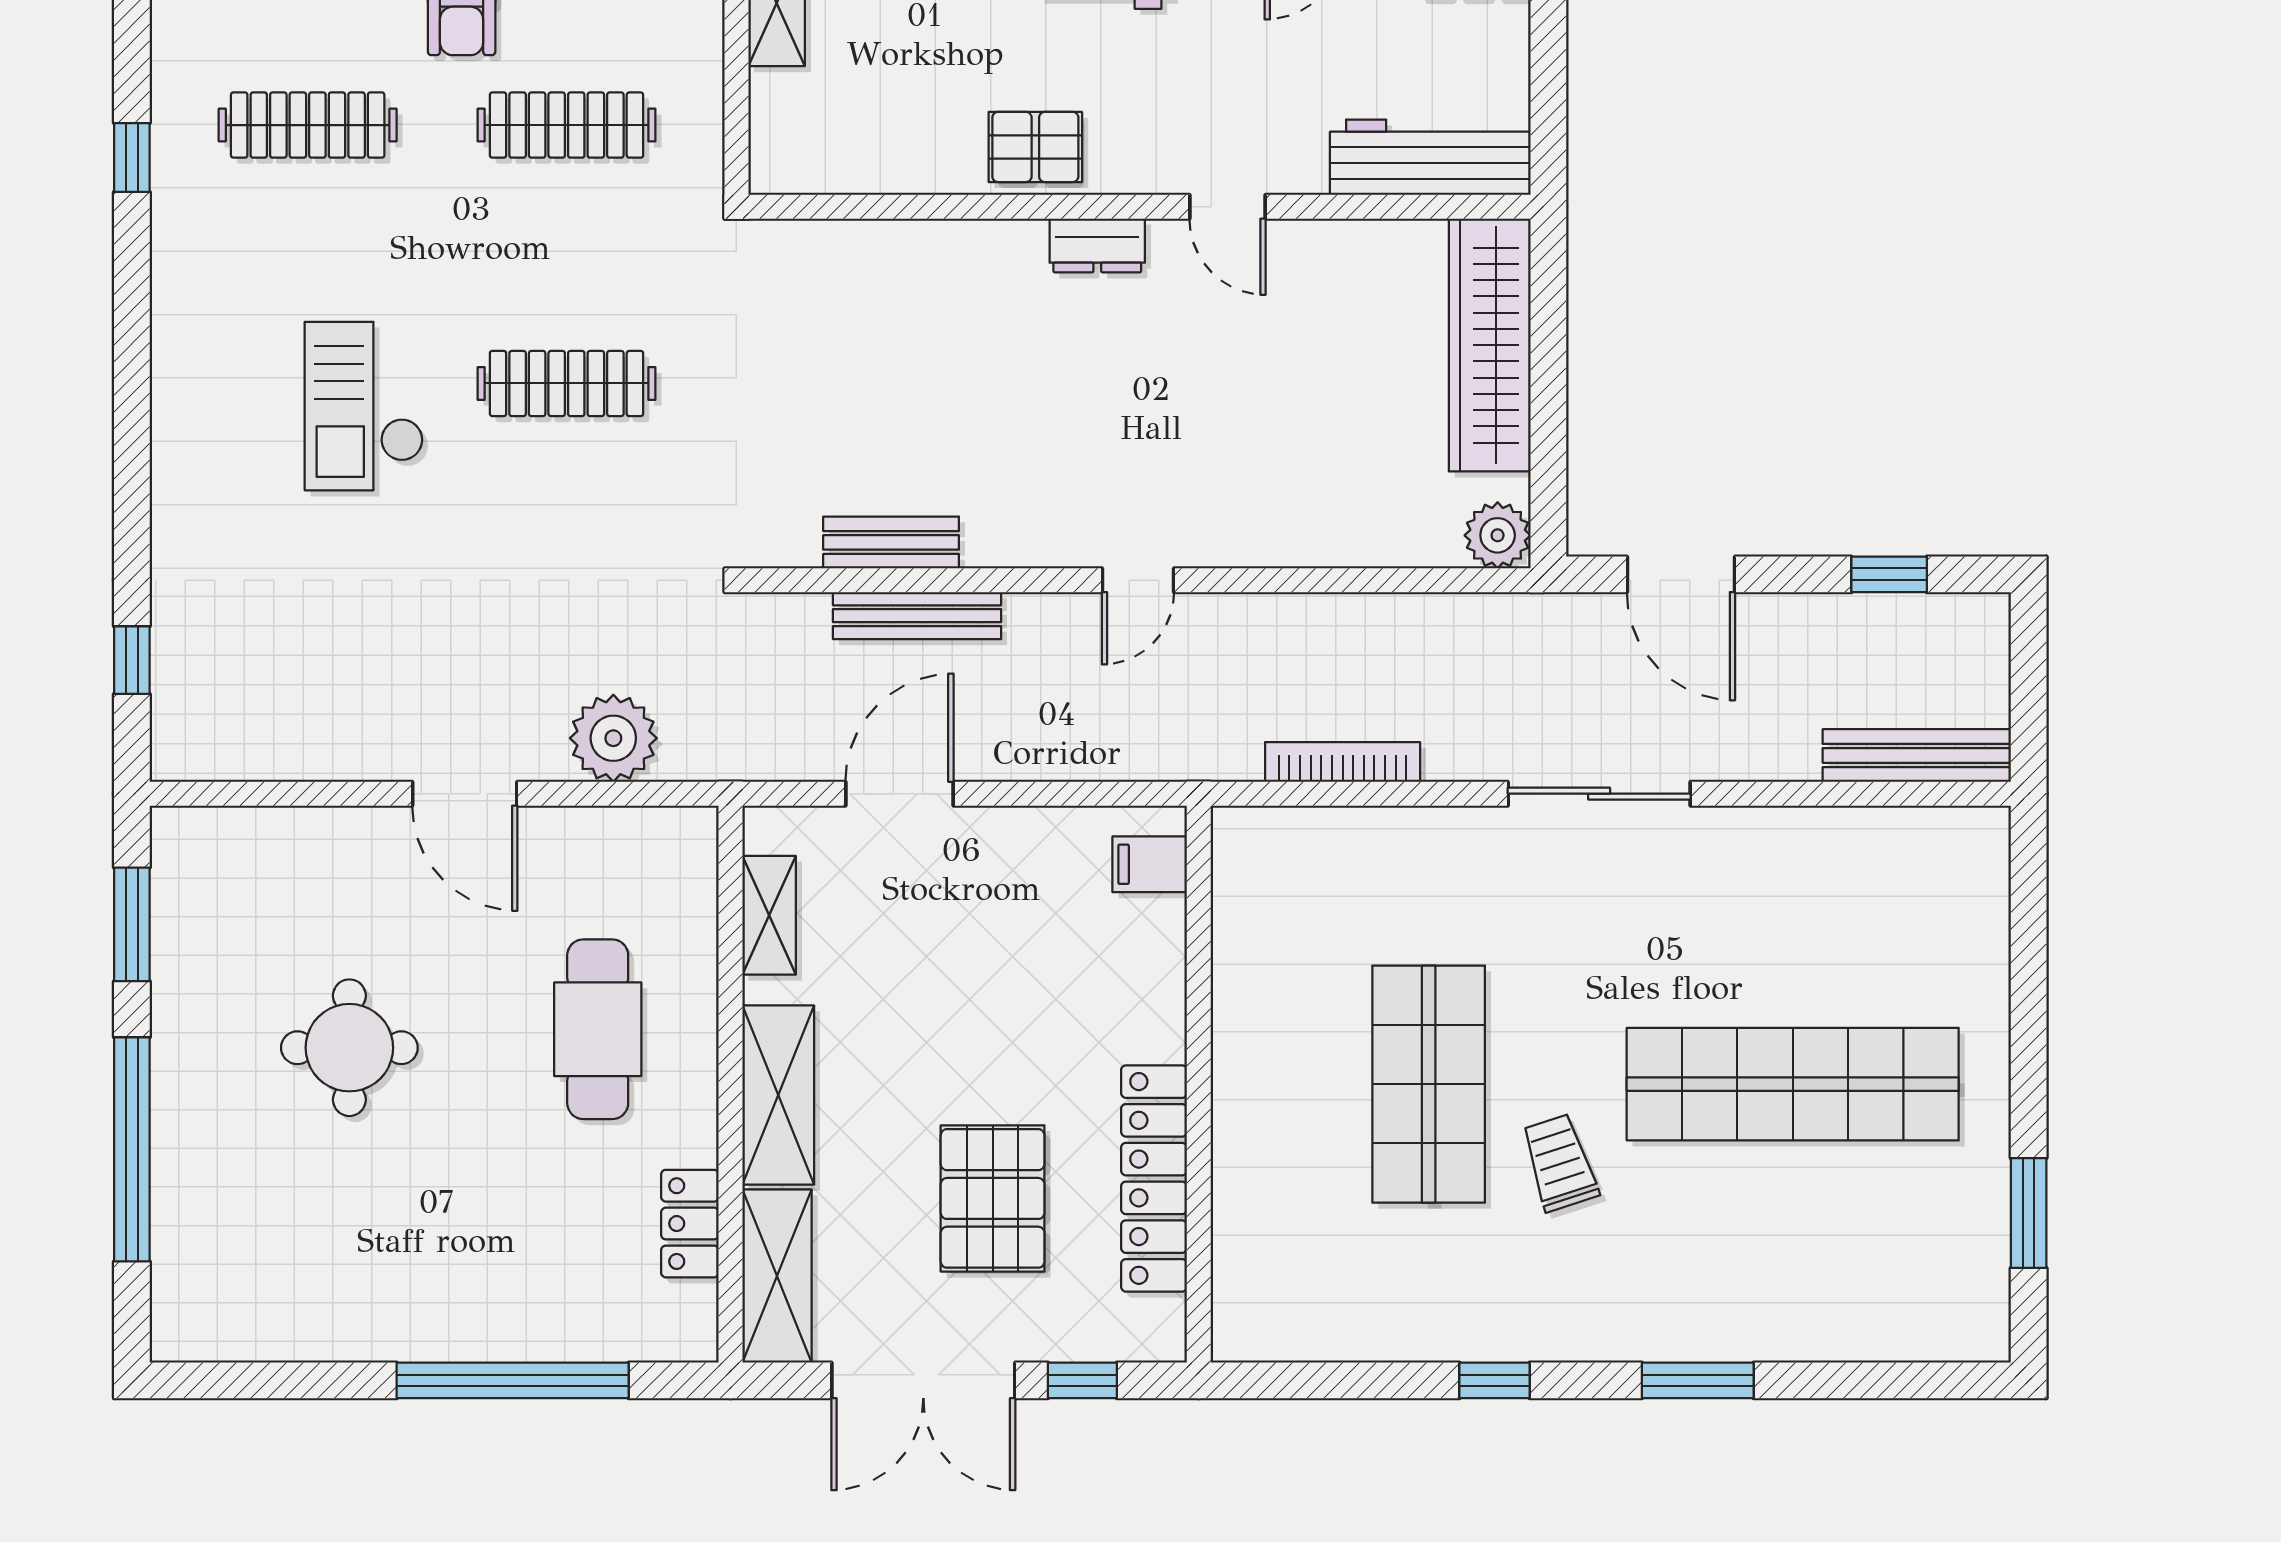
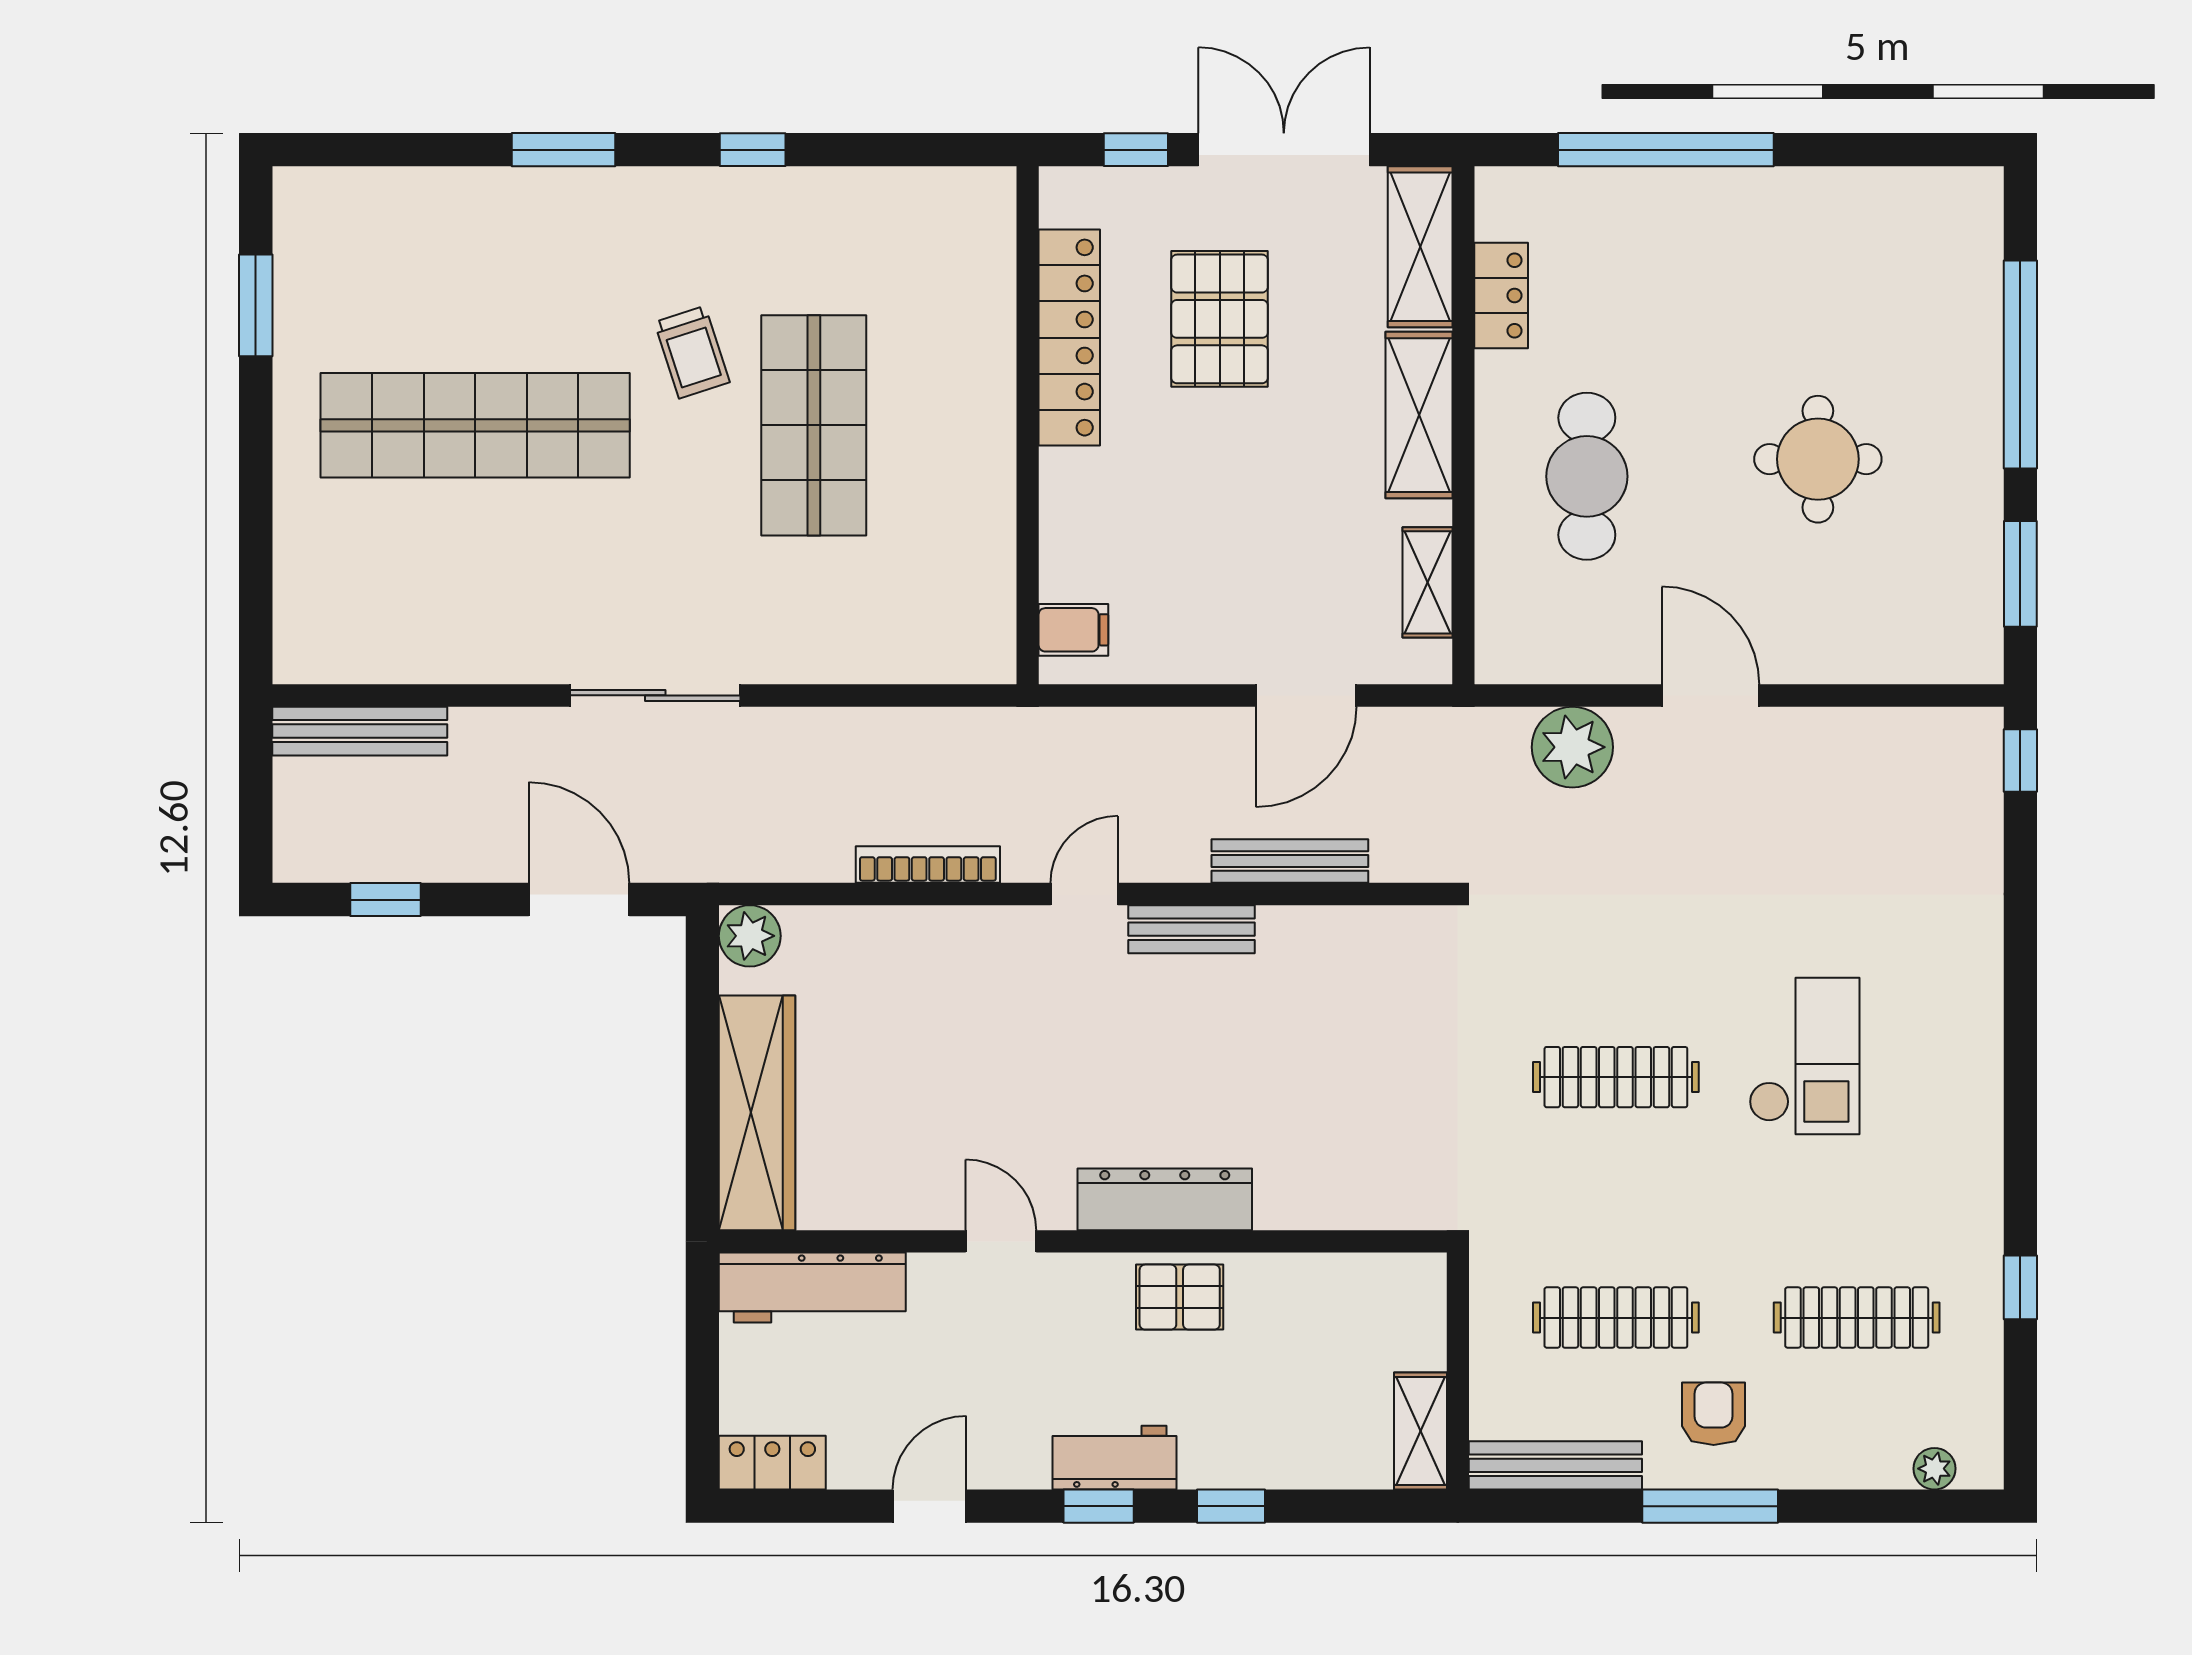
dresser: (1097, 246) -> (1165, 1199), width x1.96, depth x1.24
bench: (891, 542) -> (1192, 929), moved
window: (132, 660) -> (2020, 760), moved
bookcase: (1343, 762) -> (928, 865), moved, turned 180

